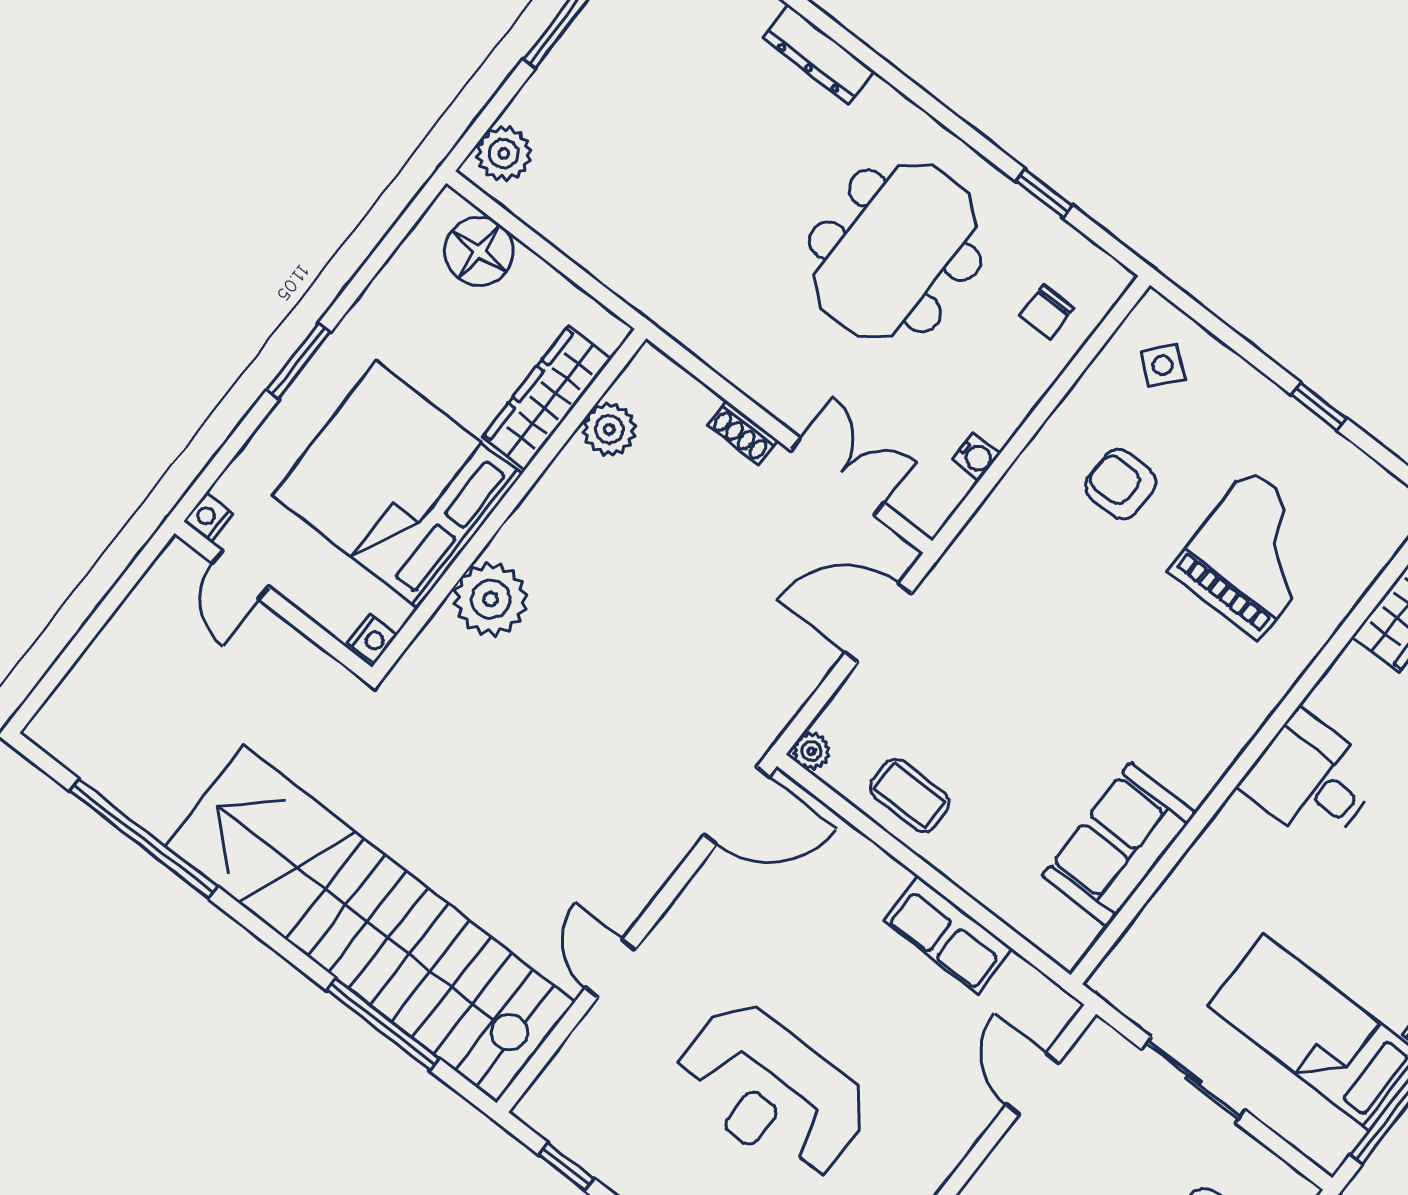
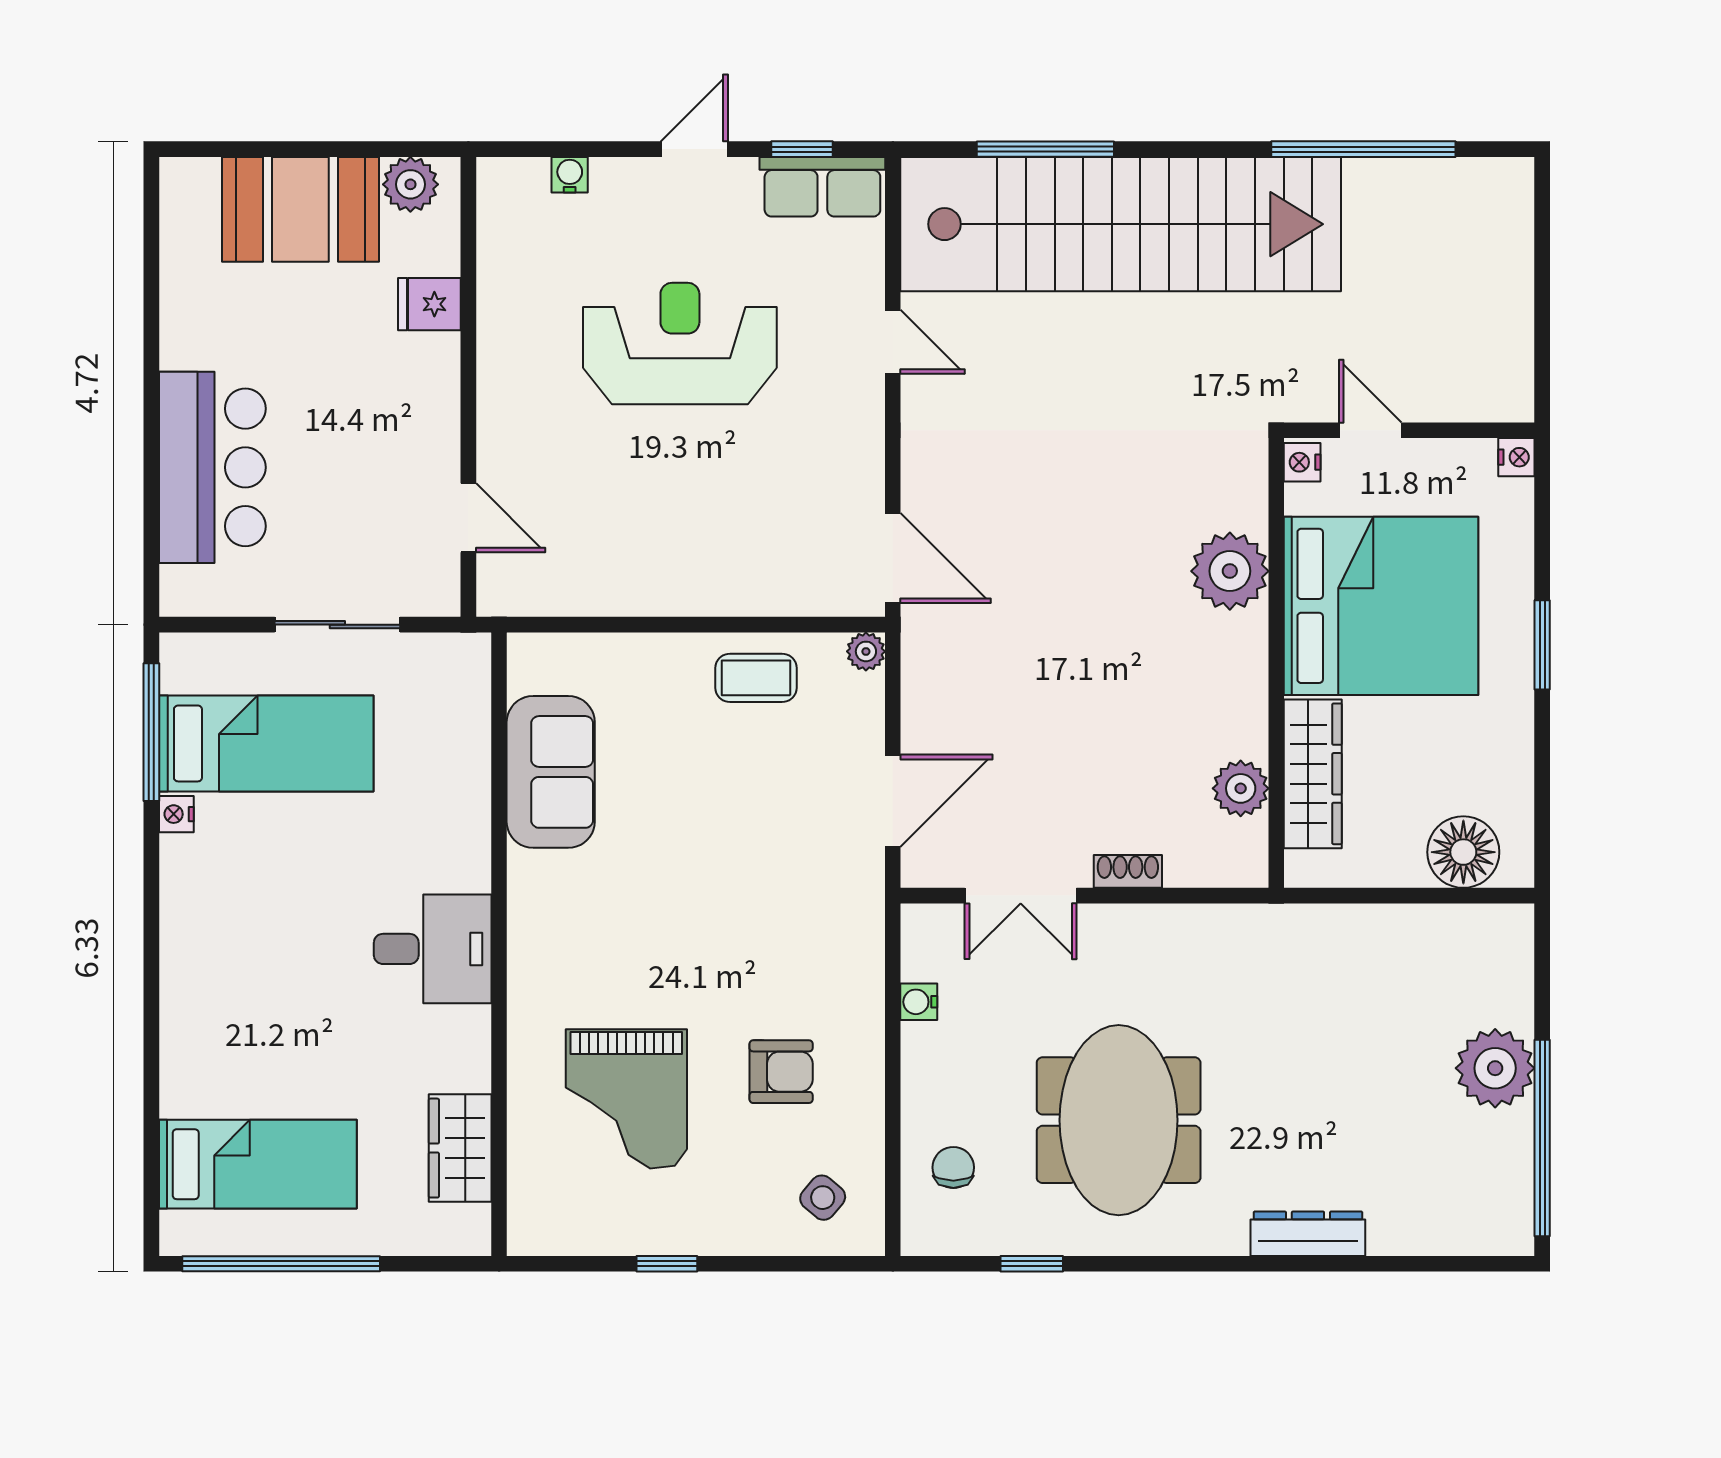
plant: (504, 154) -> (1495, 1068), moved, width x1.36, depth x1.36
door: (241, 575) -> (1370, 430), moved
door: (737, 806) -> (893, 558), swing flipped
row of seats: (948, 935) -> (822, 187), moved, turned 180

